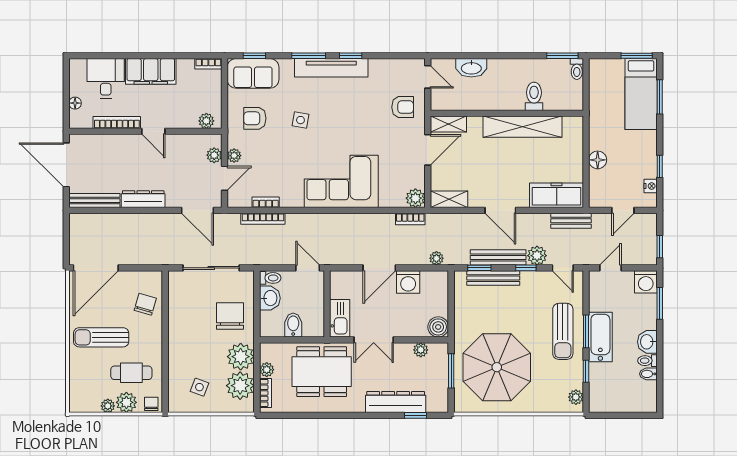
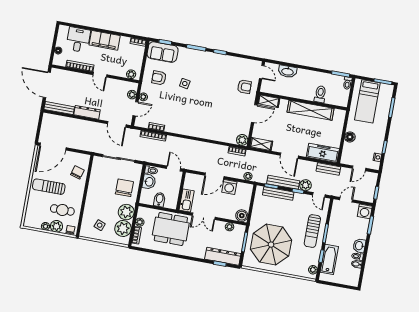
tv unit: (331, 68) -> (208, 57), removed
bed: (641, 94) -> (367, 101), moved
corner sofa: (341, 181) -> (202, 123), removed
bathtub: (600, 337) -> (329, 259), moved
dresser: (396, 402) -> (223, 256), moved

